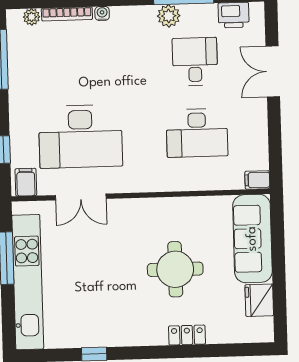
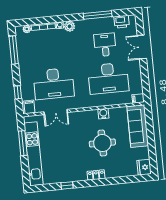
plant: (169, 16) -> (70, 26), moved
desk: (197, 133) -> (108, 78), width x1.36, depth x1.30
water cooler: (182, 207) -> (103, 114), added
fridge: (259, 300) -> (144, 167), moved
locker: (187, 335) -> (96, 175), moved

